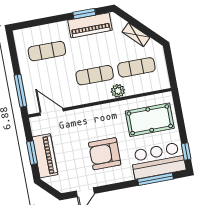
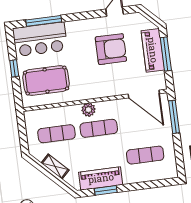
plant: (118, 91) -> (89, 110), moved
door: (52, 112) -> (144, 94), width x1.36
window: (186, 152) -> (14, 68), moved
window: (32, 153) -> (166, 54), width x1.44
armchair: (105, 154) -> (111, 49), moved

